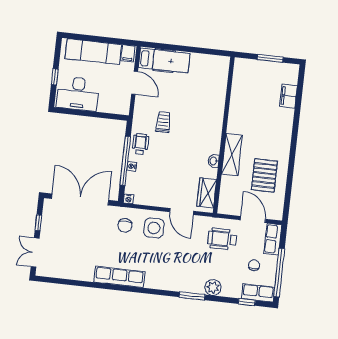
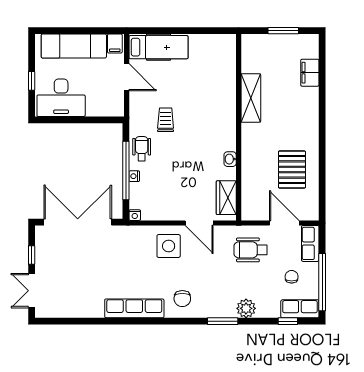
shelving: (232, 155) -> (251, 98), moved
chair: (125, 225) -> (182, 299), moved

